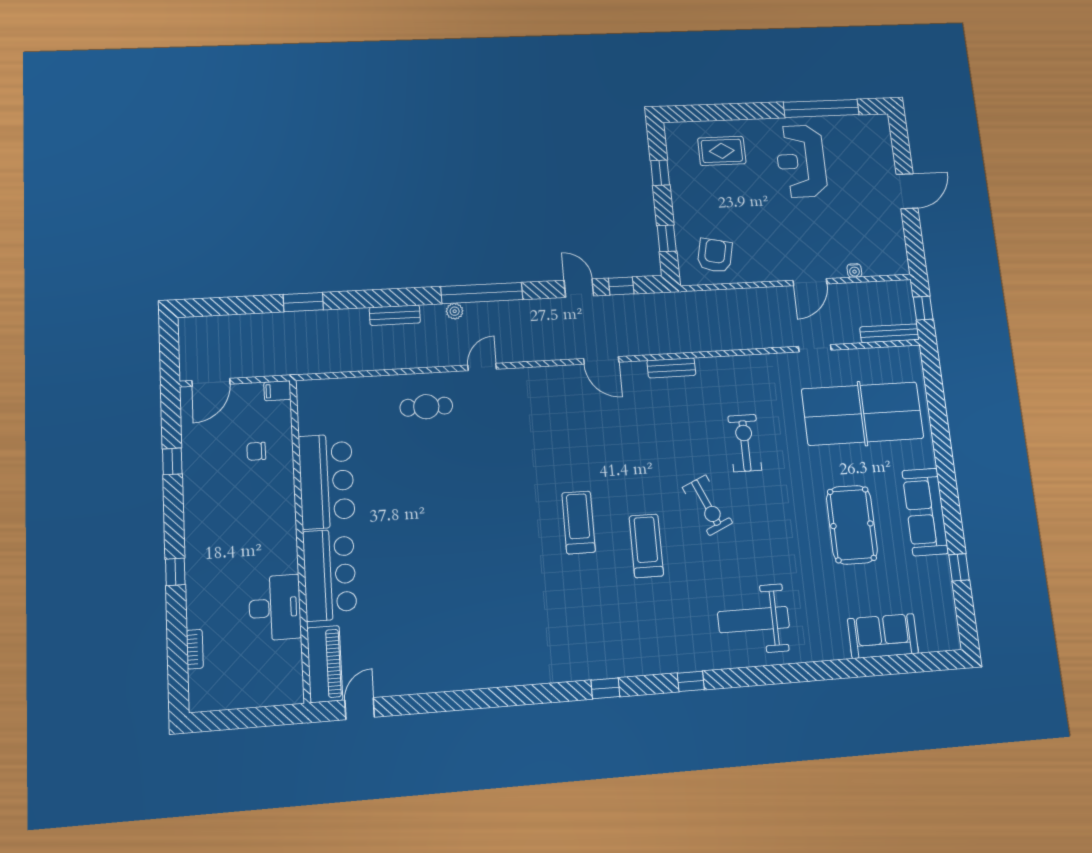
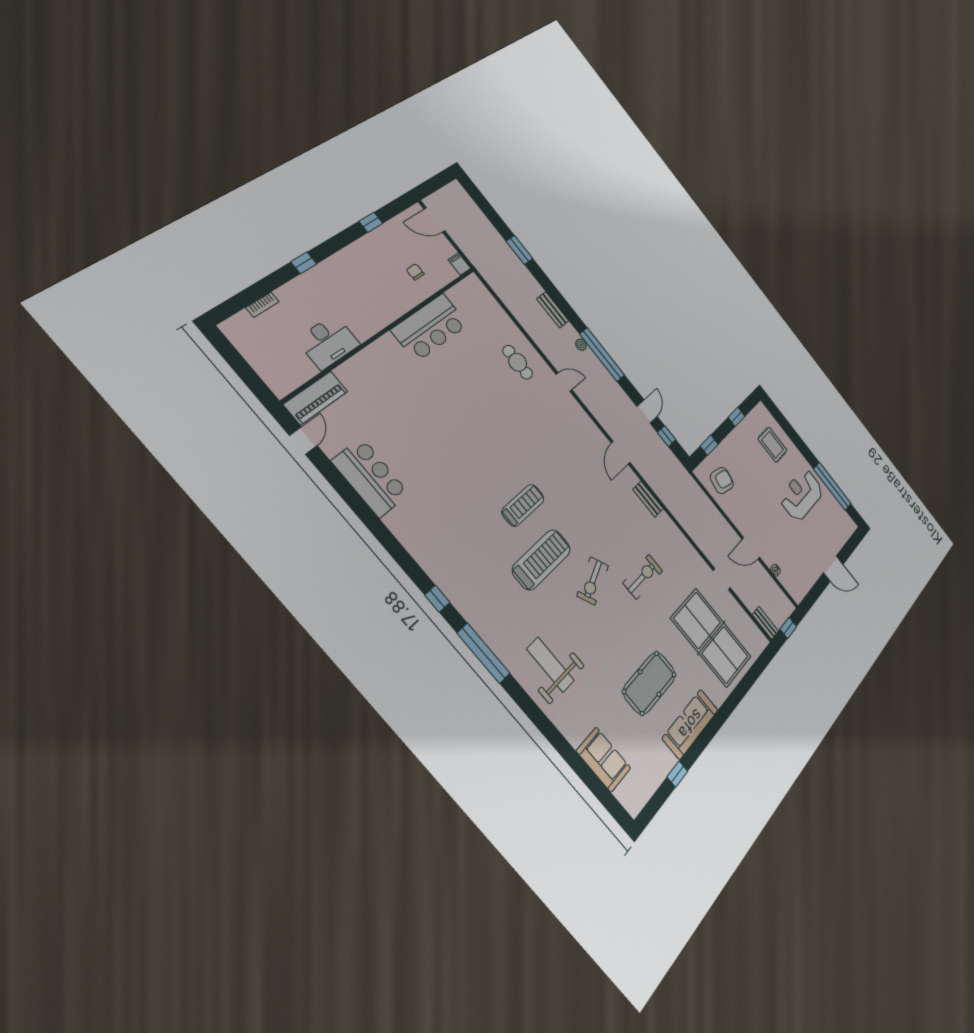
bench: (889, 333) -> (765, 623), width x0.73
treadmill: (646, 546) -> (542, 560), width x1.37, depth x1.38
bar counter: (330, 575) -> (371, 477), moved, turned -90
window: (691, 681) -> (483, 653), width x3.17
door: (360, 709) -> (303, 441), hinge flipped

